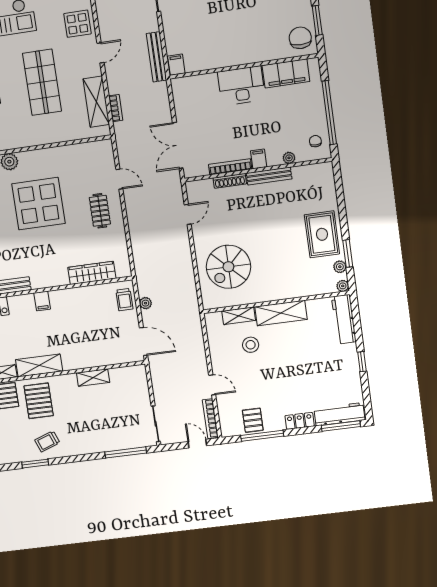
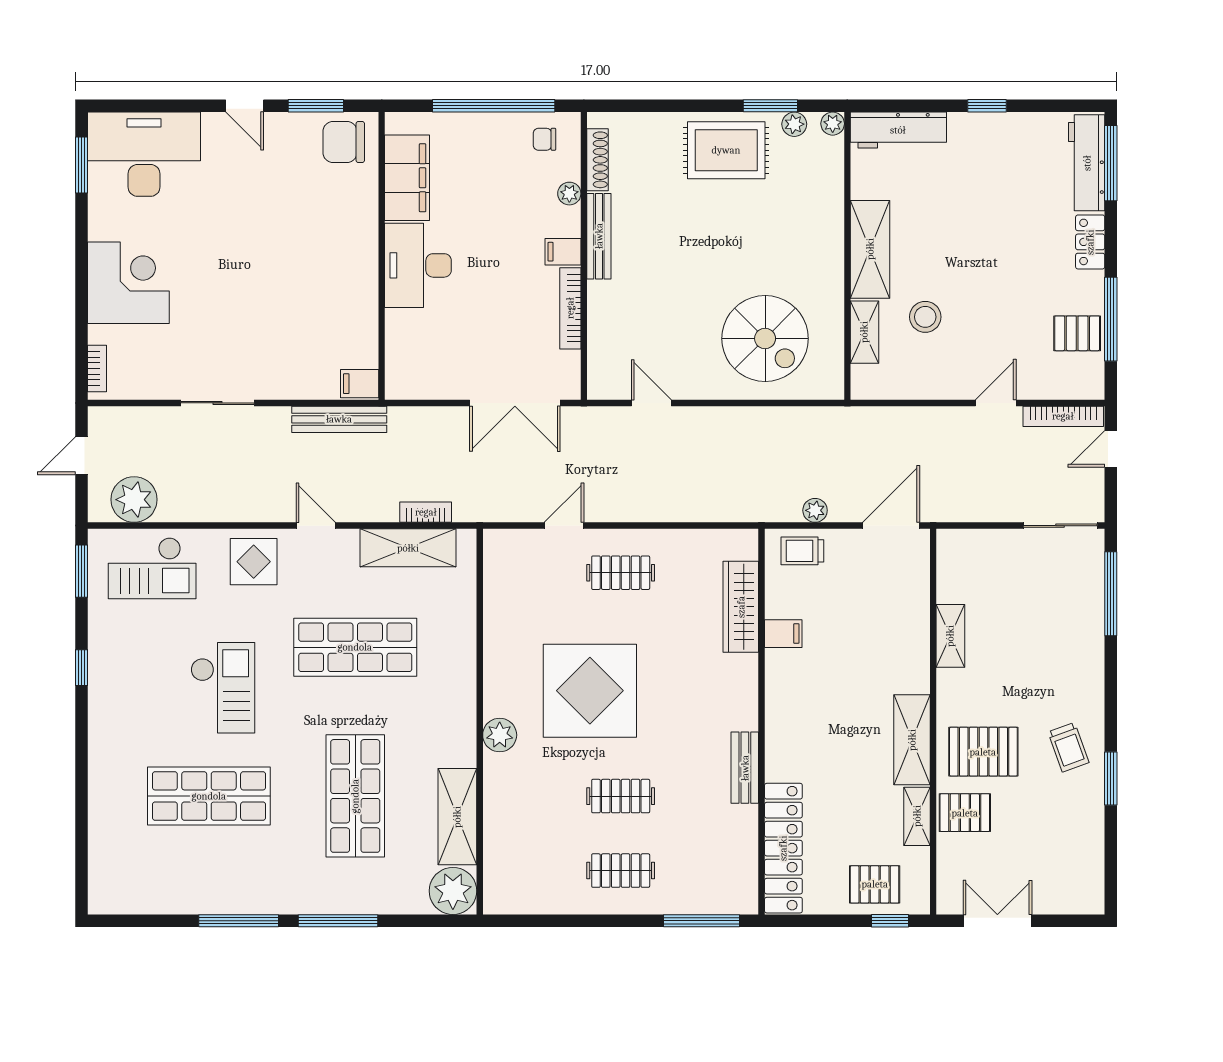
shoe rack: (230, 181) -> (598, 160), moved
trolley: (124, 300) -> (802, 551), turned 180
filing cabinet: (42, 301) -> (783, 634), moved

